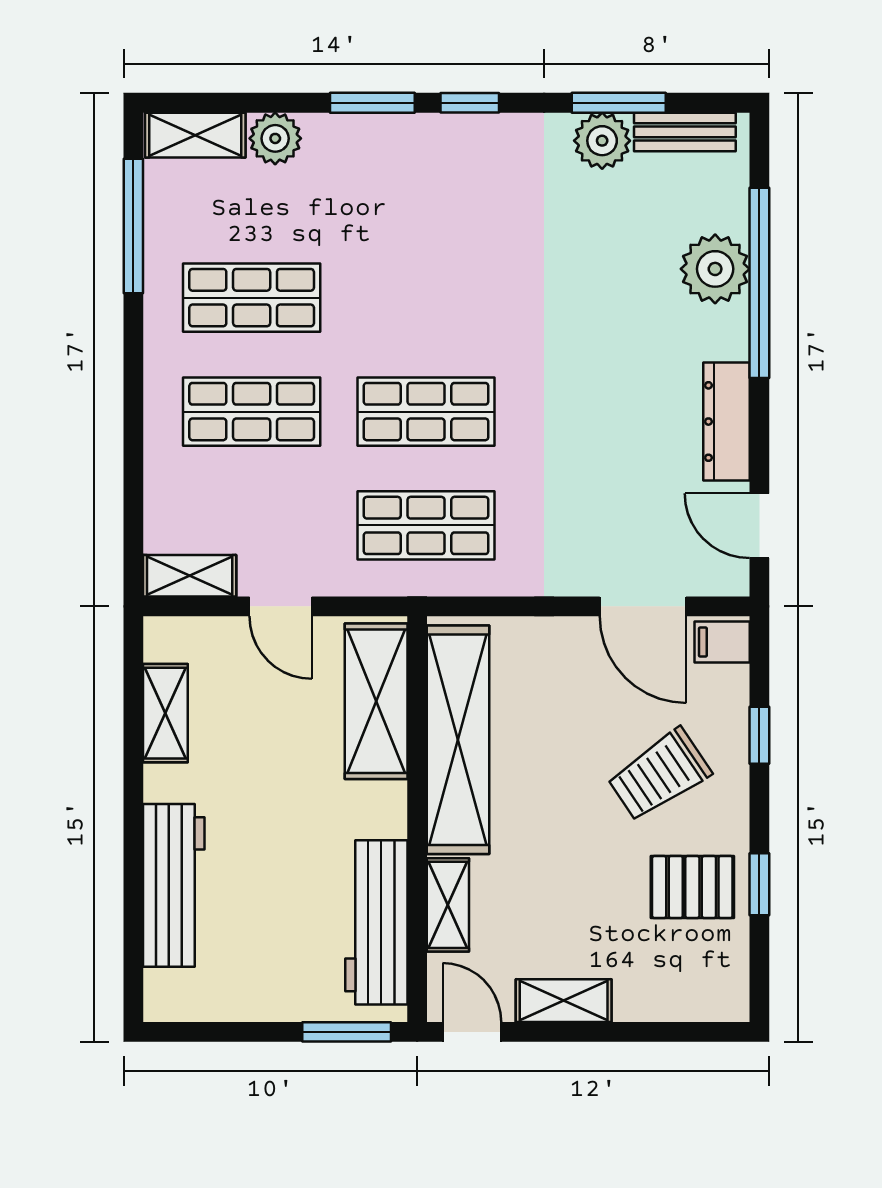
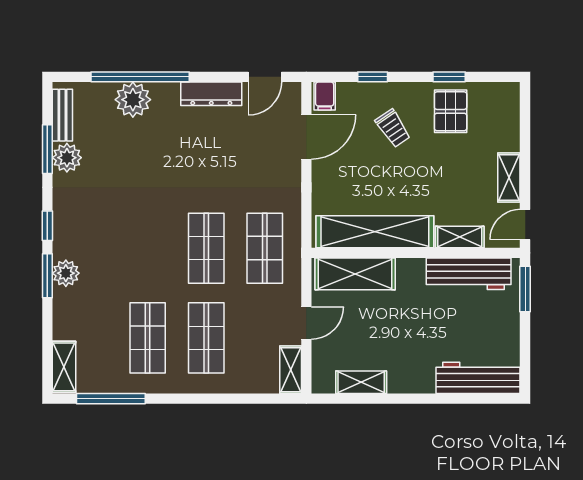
plant: (275, 138) -> (66, 273), moved
trolley: (659, 775) -> (393, 128), width x0.73, depth x0.72
workbench: (174, 885) -> (478, 378), moved

